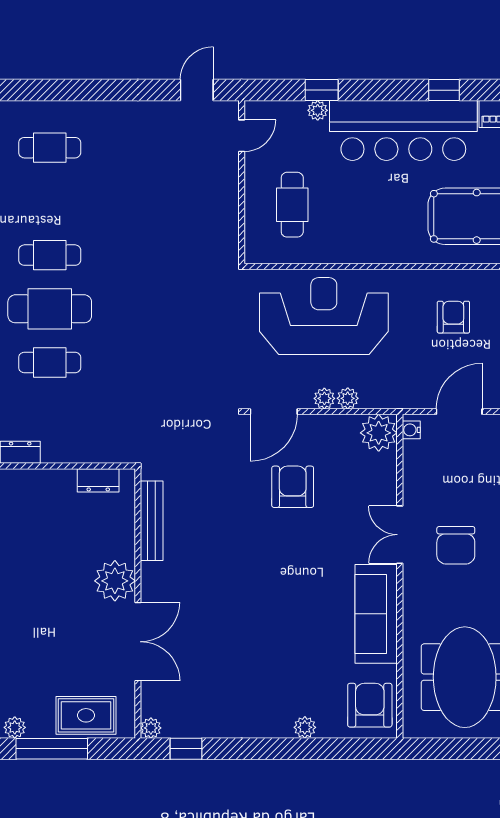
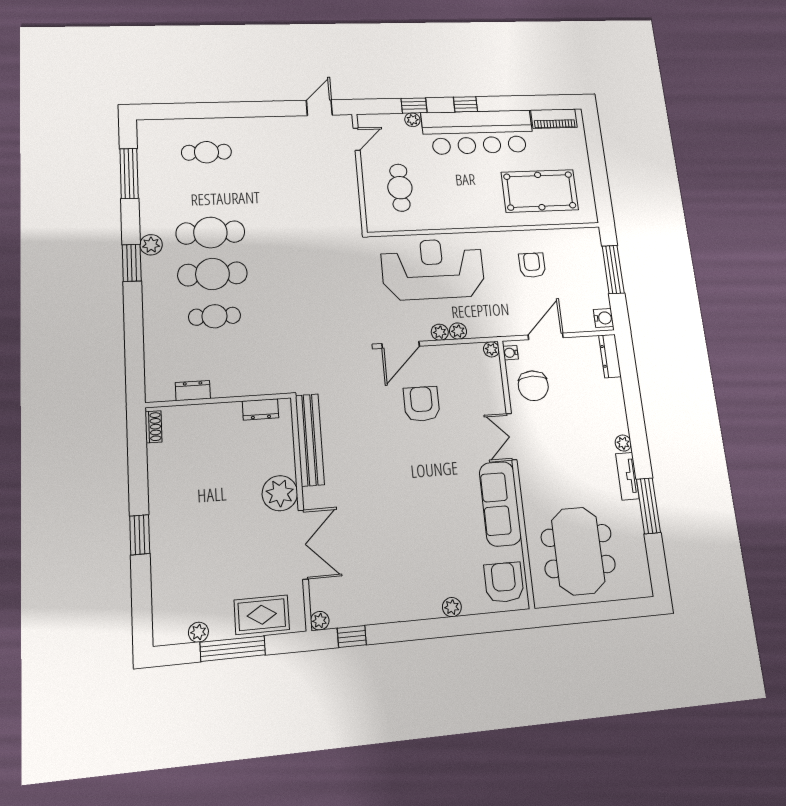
window: (444, 90) -> (466, 104), moved
cafe table: (50, 255) -> (210, 233), width x1.37, depth x1.35
plant: (379, 433) -> (491, 349), width x0.53, depth x0.53
bench: (152, 521) -> (310, 440), width x1.37, depth x1.21
chair: (456, 545) -> (533, 386), moved

